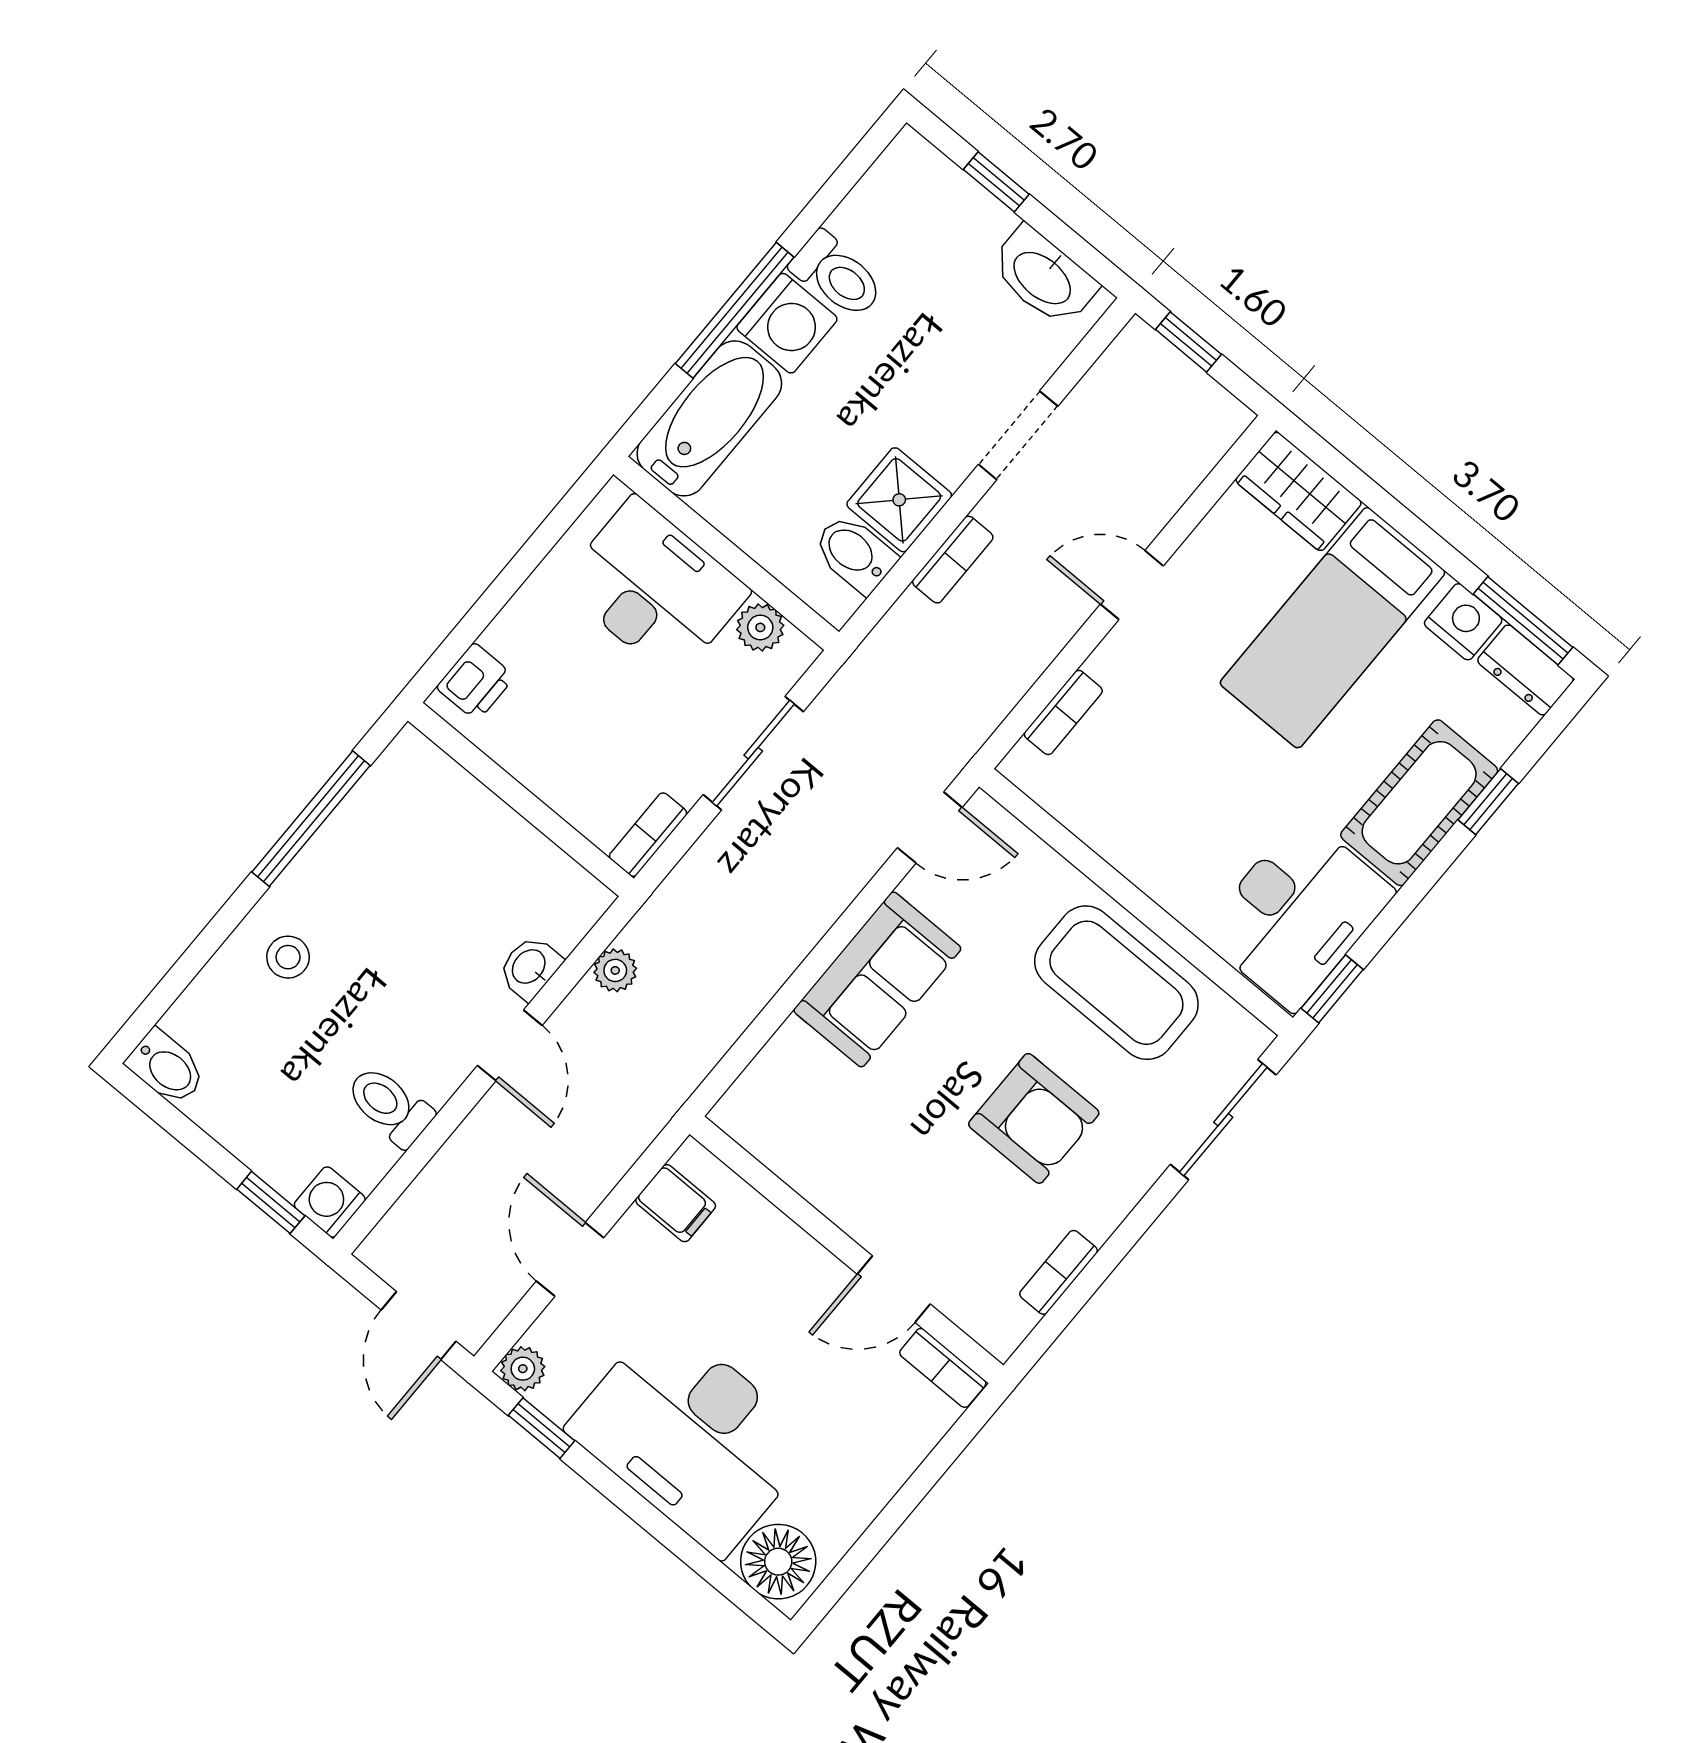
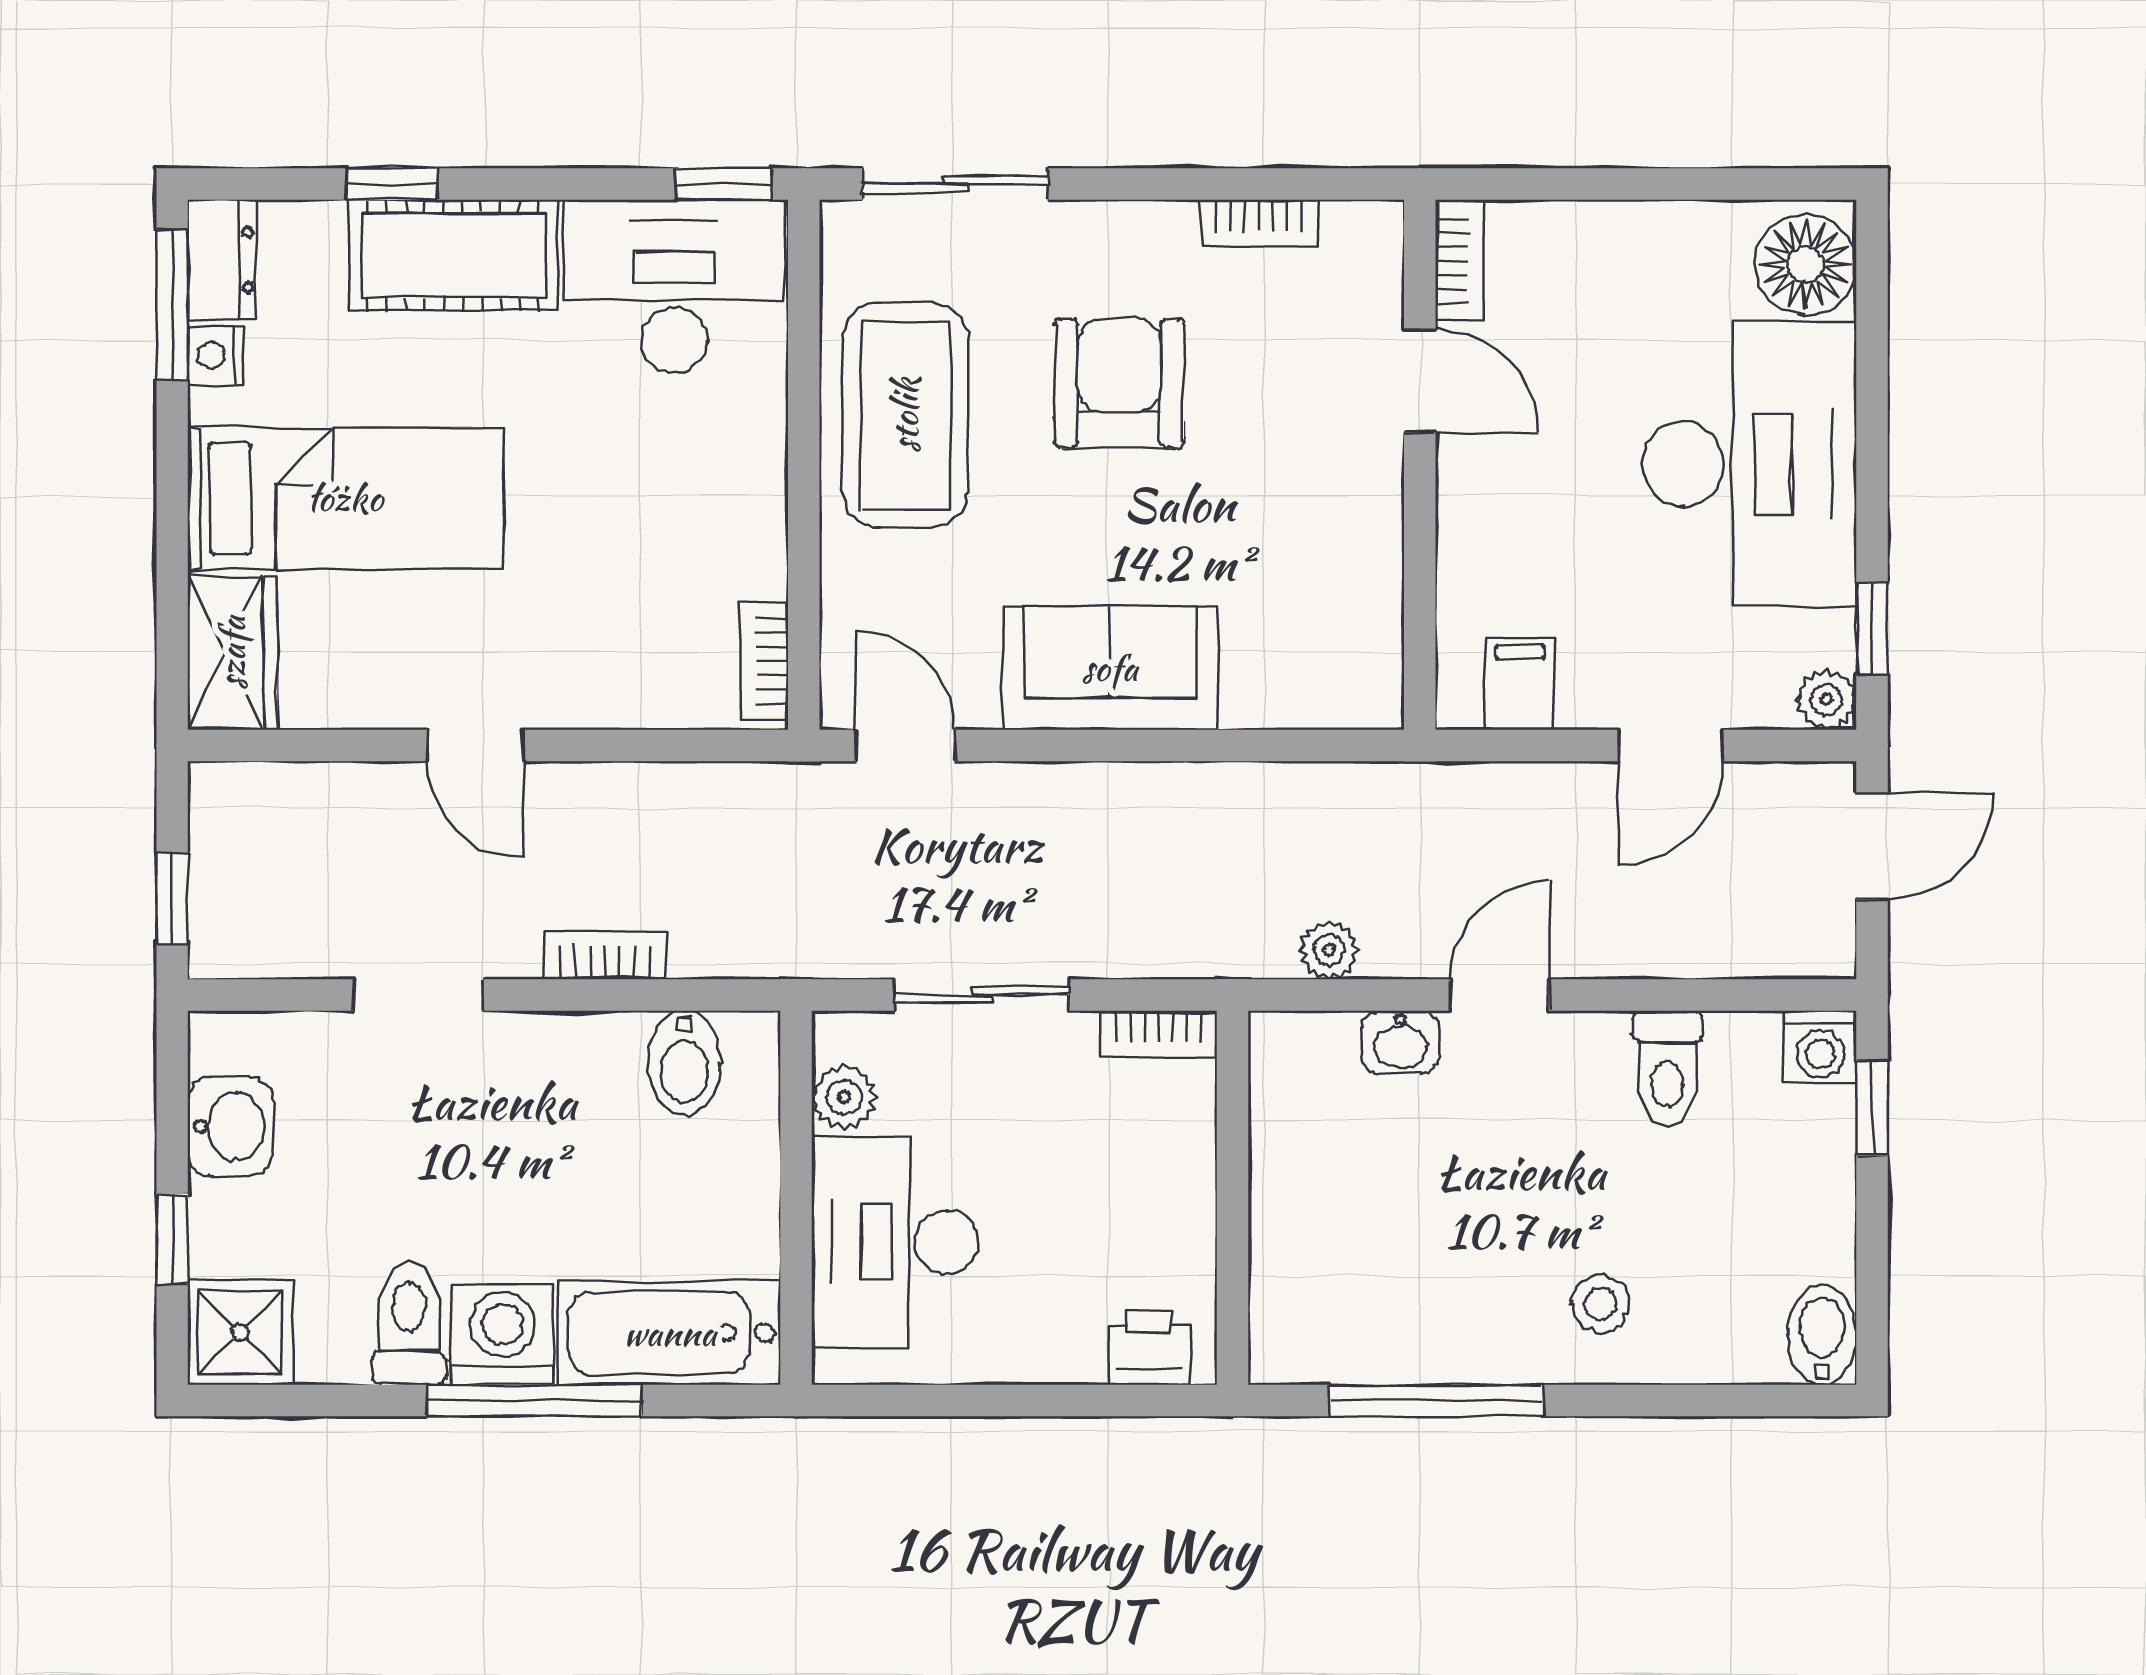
washbasin: (1043, 277) -> (230, 1126), width x0.72
shower: (899, 500) -> (240, 1332), moved
nightstand: (1463, 622) -> (216, 356), width x0.72, depth x0.74
bookcase: (1063, 712) -> (764, 661), moved, turned -90

